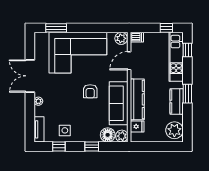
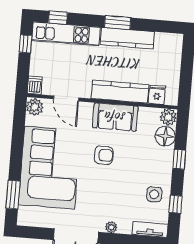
kitchen counter: (177, 102) -> (127, 38), width x1.50
sofa: (119, 103) -> (115, 117), width x0.73
plant: (174, 130) -> (166, 44), removed

